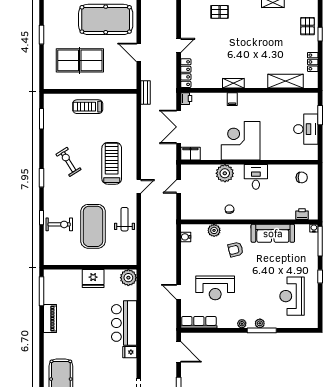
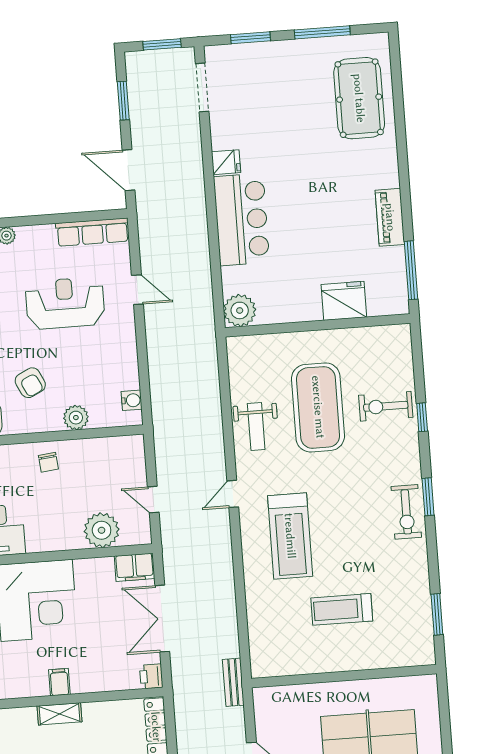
treadmill: (88, 107) -> (342, 609), moved, turned 180
double door: (179, 127) -> (162, 619), swing flipped
exercise bike: (68, 162) -> (406, 512), moved, turned 32
plant: (225, 173) -> (102, 530), moved
door: (179, 187) -> (153, 500), swing flipped
armchair: (236, 249) -> (30, 383), turned 78
fridge: (93, 279) -> (344, 301), moved

